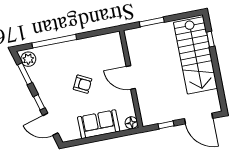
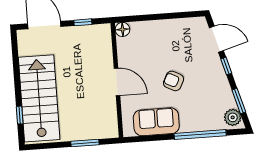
sofa: (99, 124) -> (156, 122), moved, turned 180

